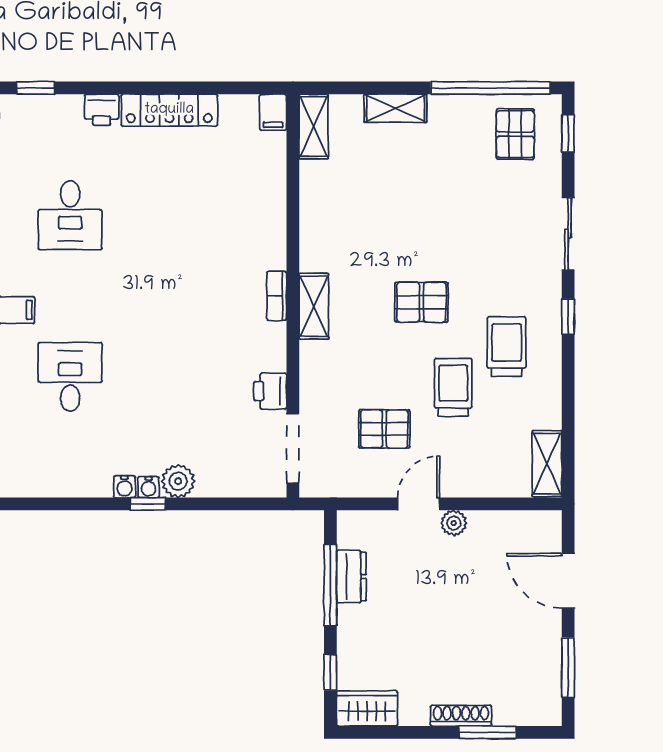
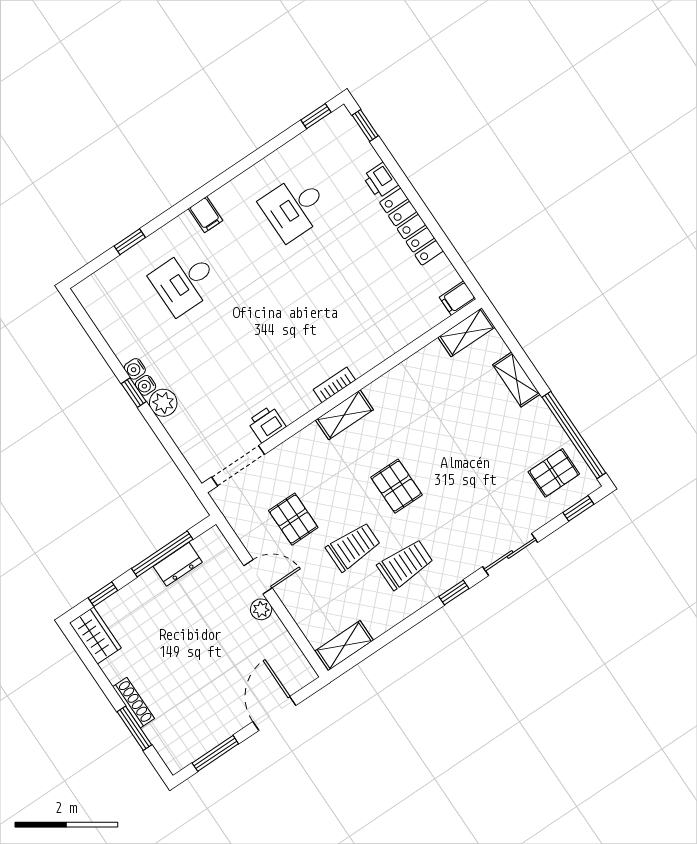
desk: (70, 377) -> (185, 281), turned 180

